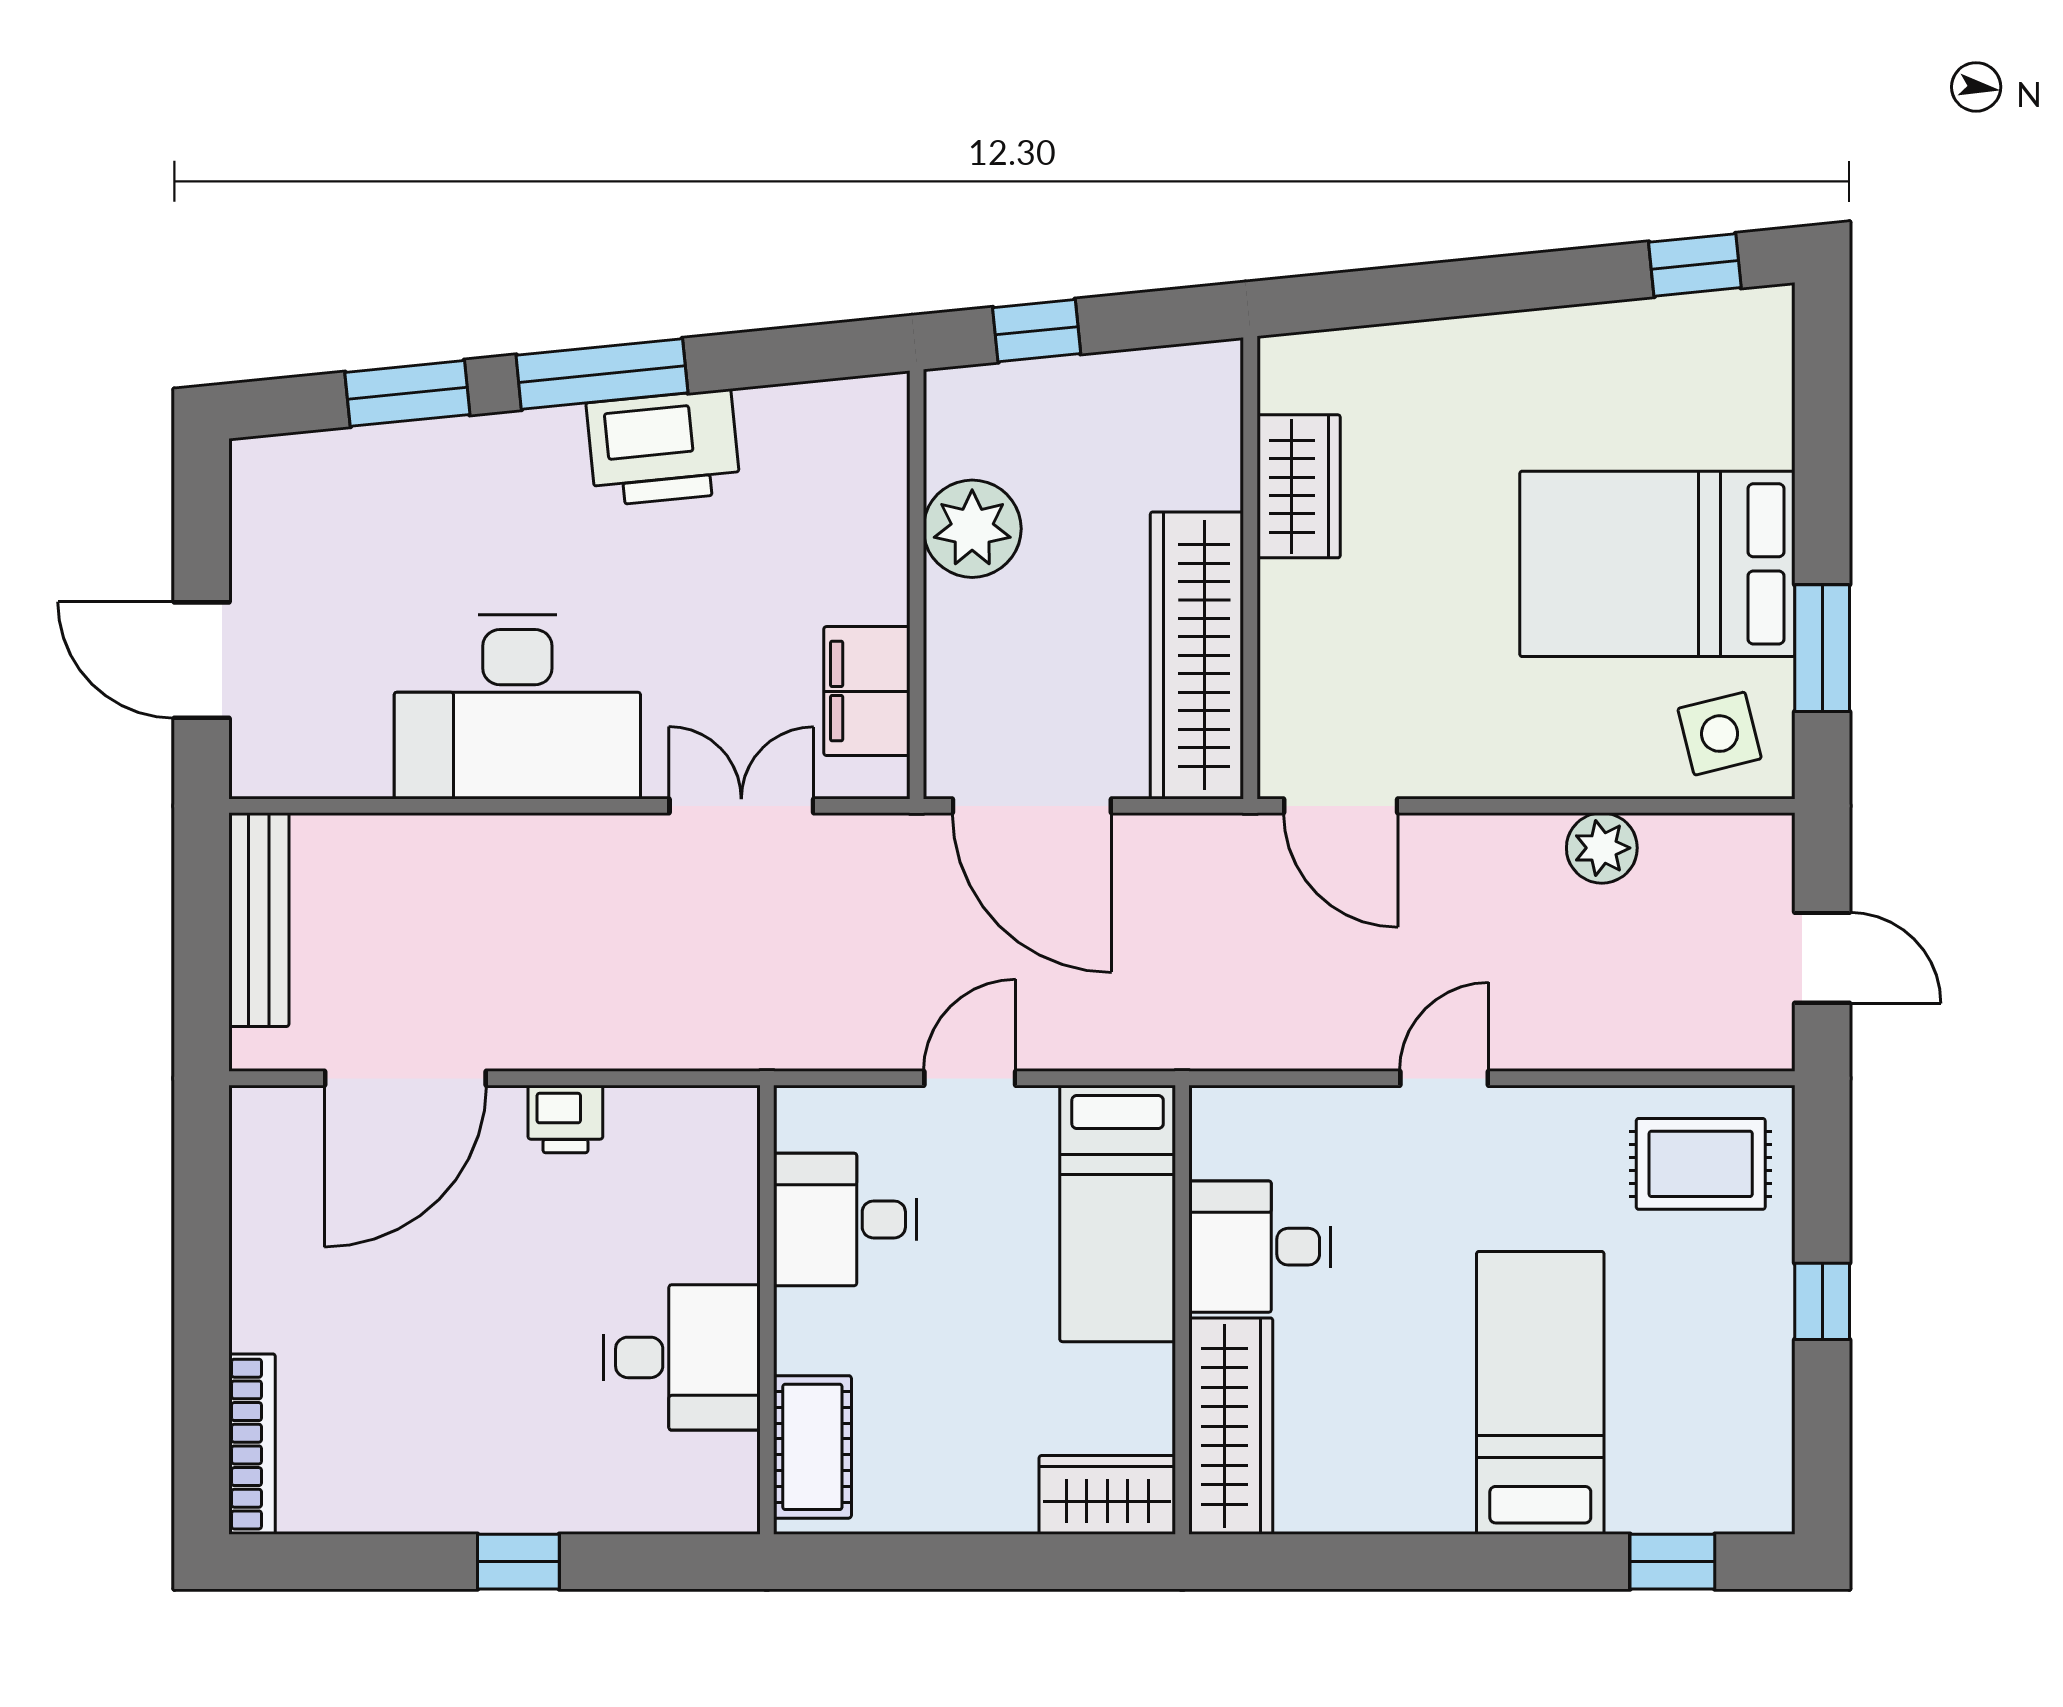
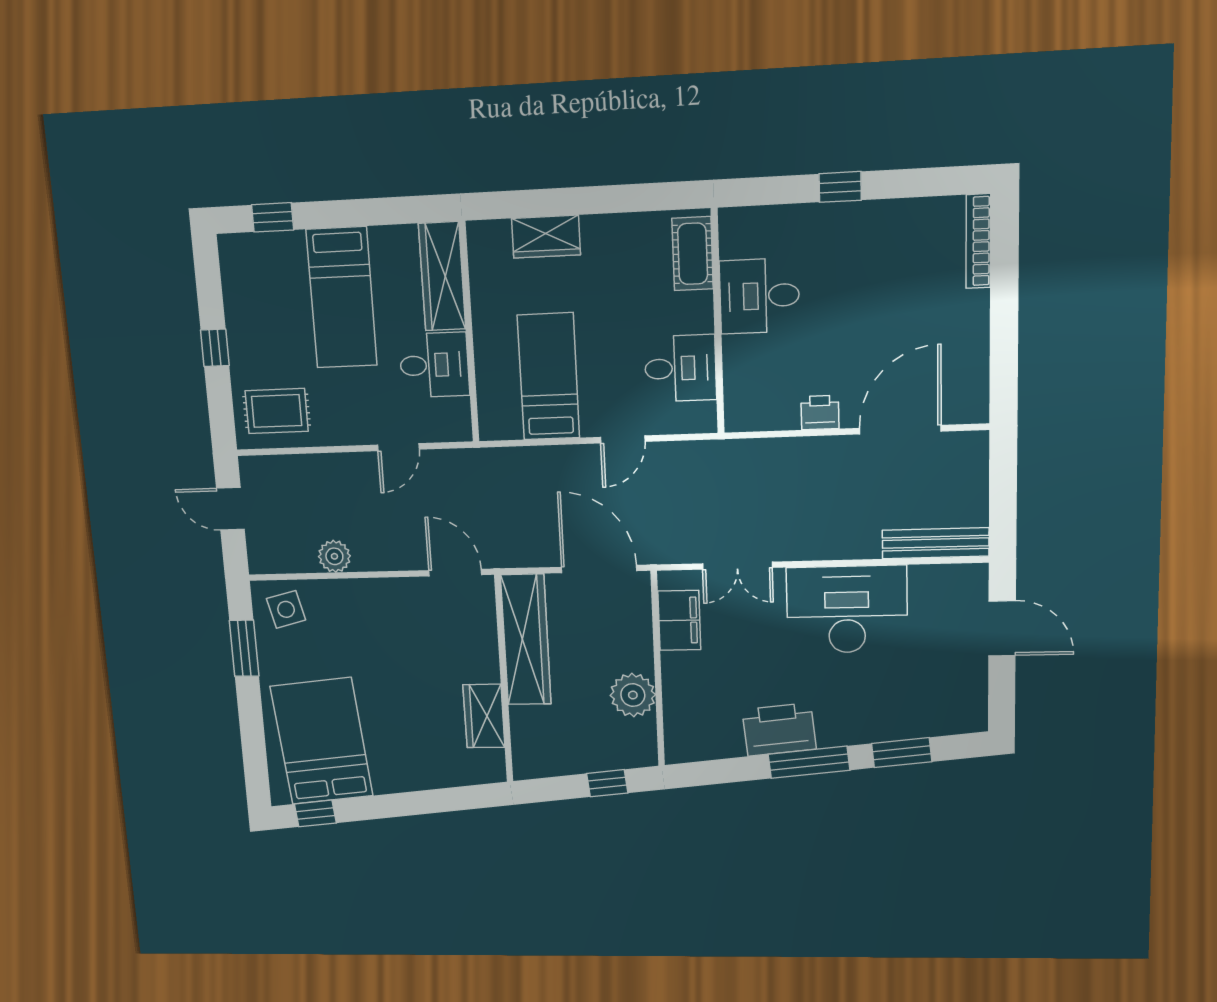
bed: (1657, 564) -> (322, 741), moved, turned -96
bench: (259, 920) -> (936, 543), moved, turned 90
desk: (1260, 1247) -> (434, 365), moved
wall: (1182, 1310) -> (469, 333), moved
wardrobe: (1231, 1426) -> (442, 276), moved

